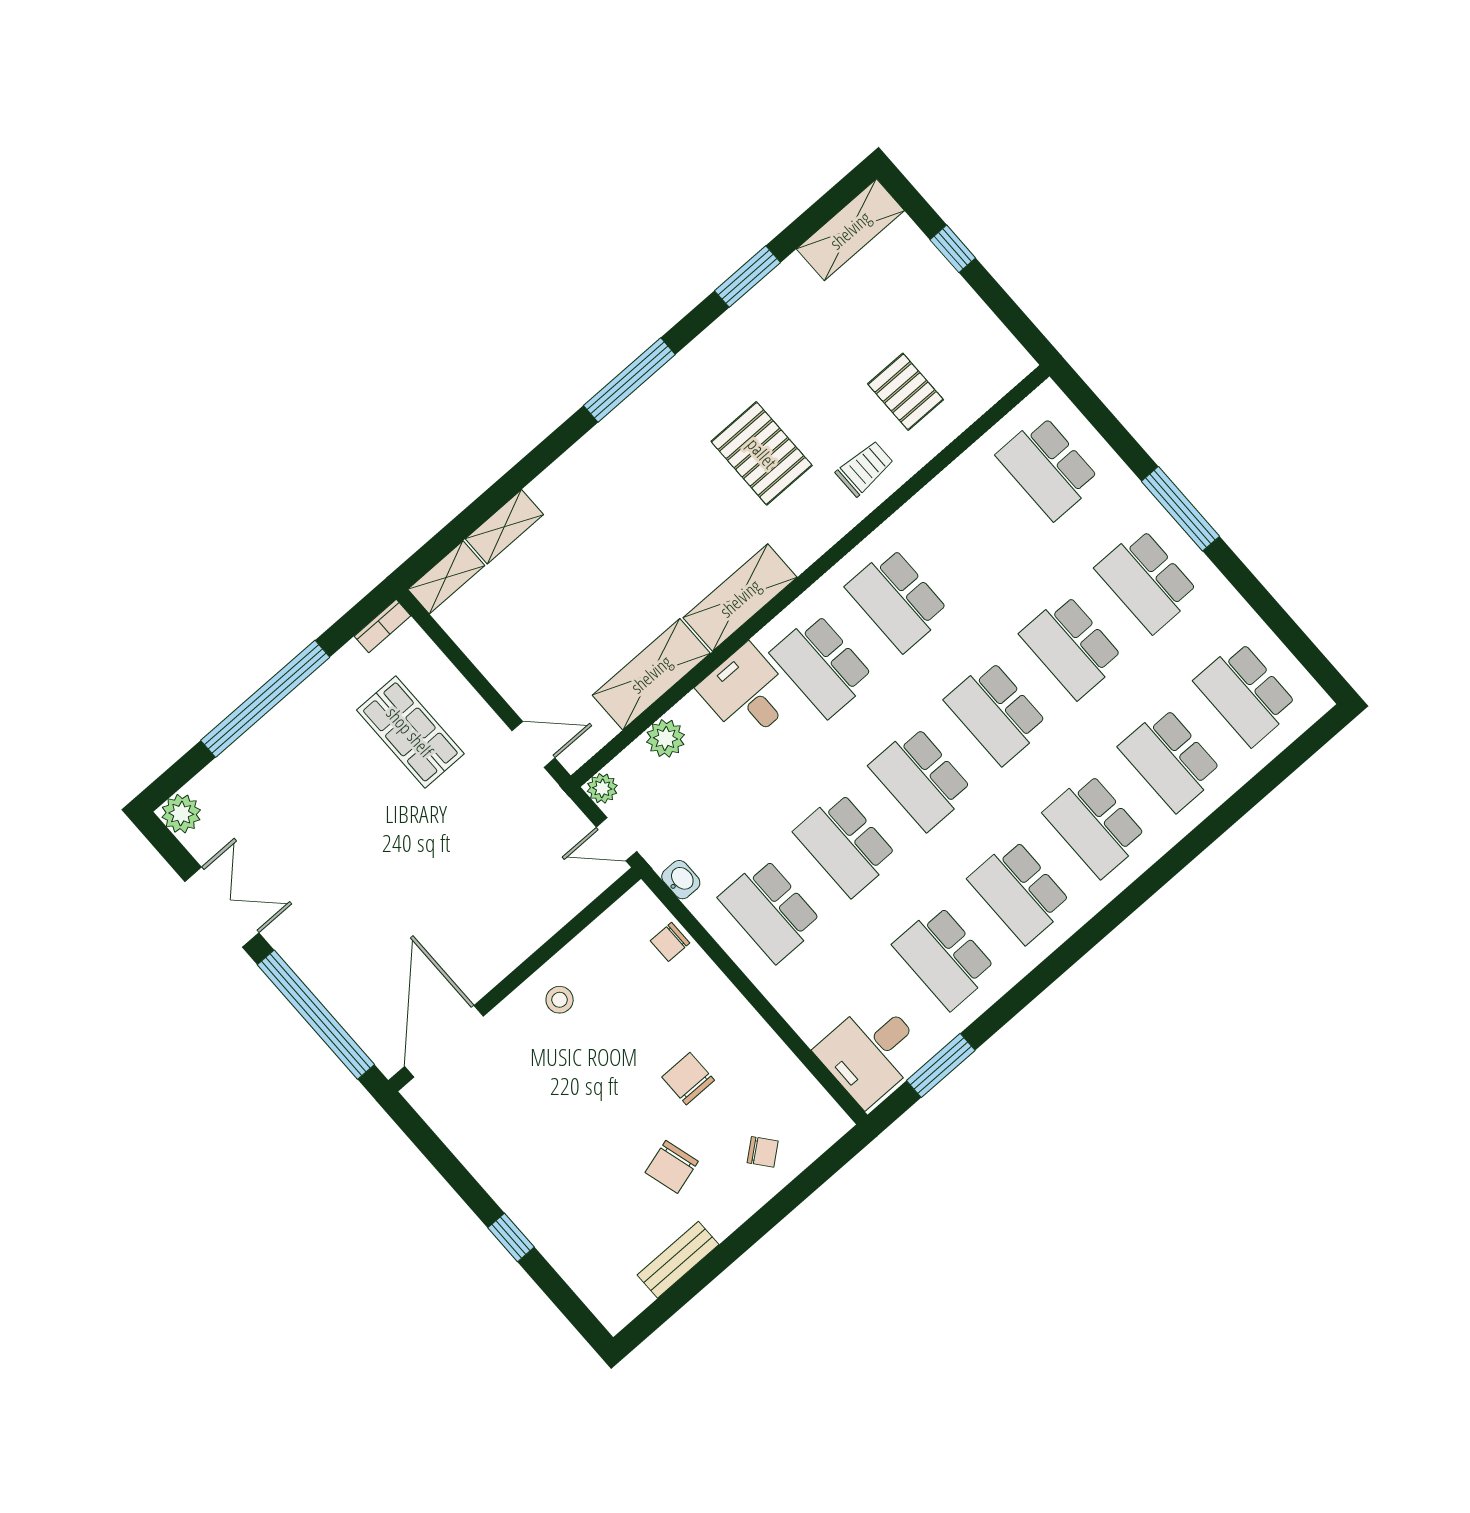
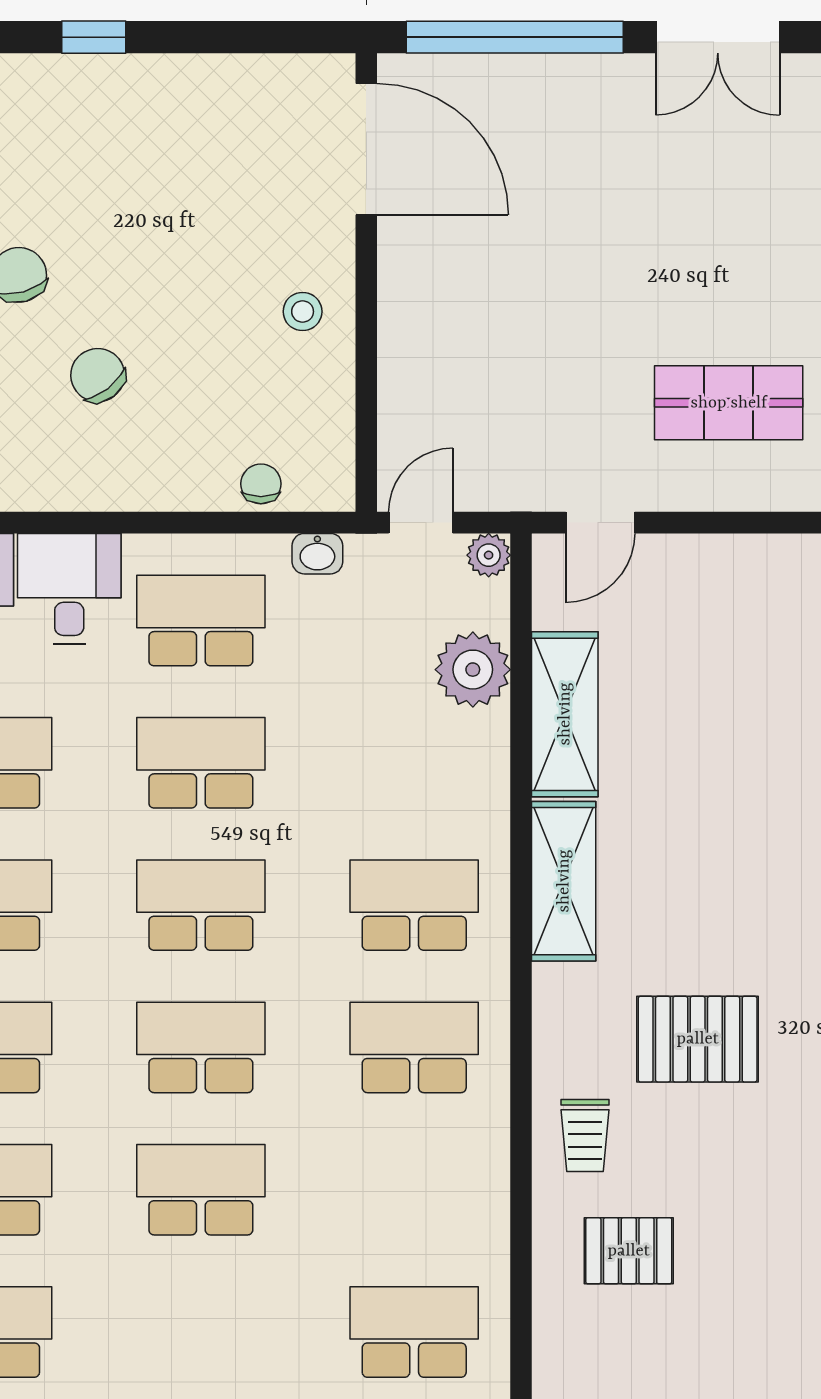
school desk: (1147, 581) -> (201, 1332), removed
desk: (747, 693) -> (69, 589), moved, turned -90
plant: (666, 738) -> (473, 670), width x1.36, depth x1.36
chair: (688, 1079) -> (98, 375), turned -128

